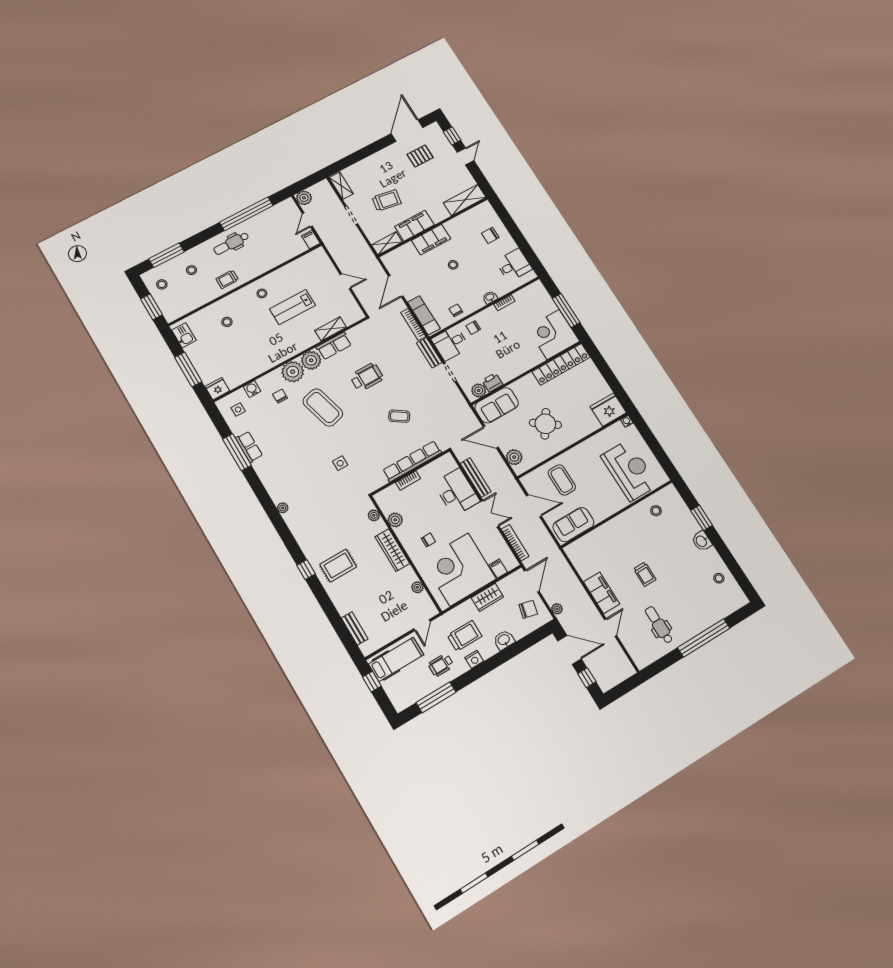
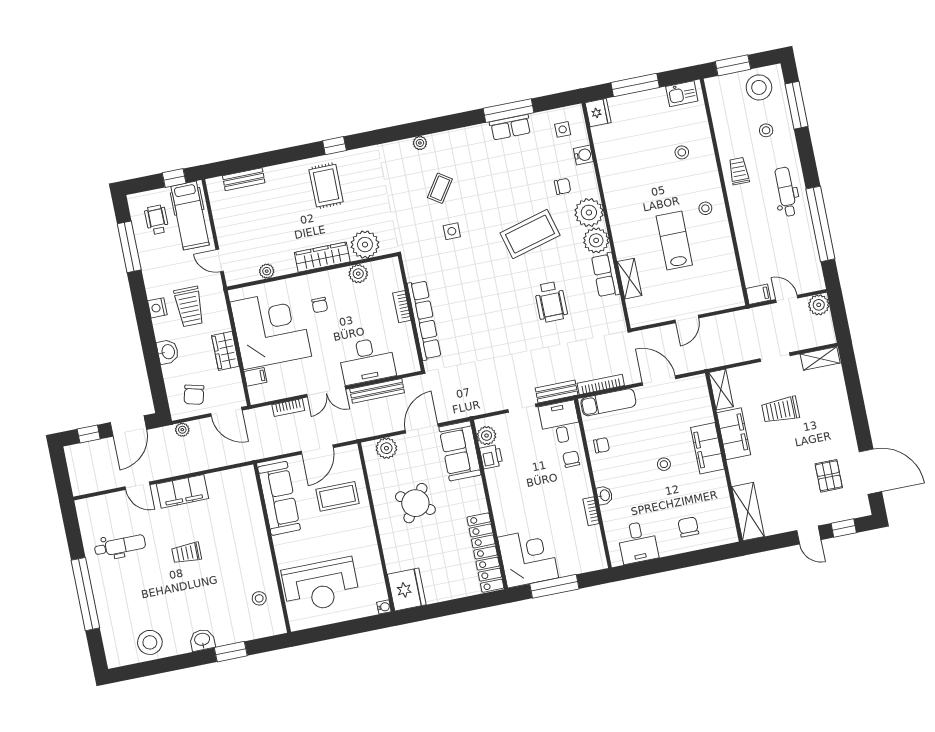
trolley: (387, 200) -> (780, 410), turned 80
stool: (162, 284) -> (759, 87), width x1.89, depth x1.89
coffee table: (399, 416) -> (440, 188), moved
plant: (374, 515) -> (365, 245), width x1.88, depth x1.88
sofa: (573, 525) -> (279, 498), width x1.36
bookcase: (515, 543) -> (288, 408), width x0.64
stool: (719, 578) -> (150, 642), width x1.89, depth x1.89
wheelchair: (441, 665) -> (157, 220), moved

